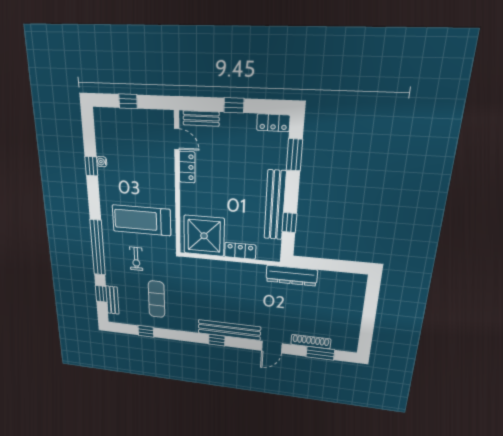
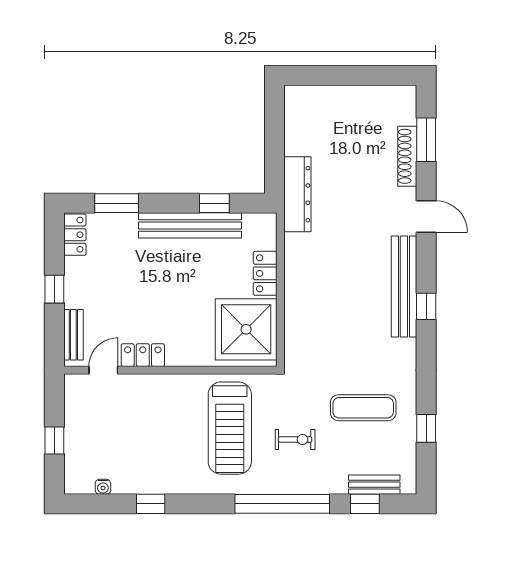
water cooler: (102, 162) -> (103, 487), moved

